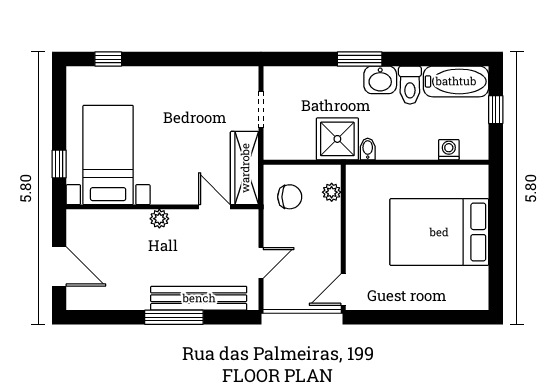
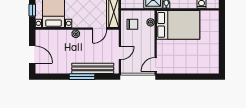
door: (214, 207) -> (100, 29), swing flipped
bed: (439, 232) -> (178, 25), moved, turned 180

